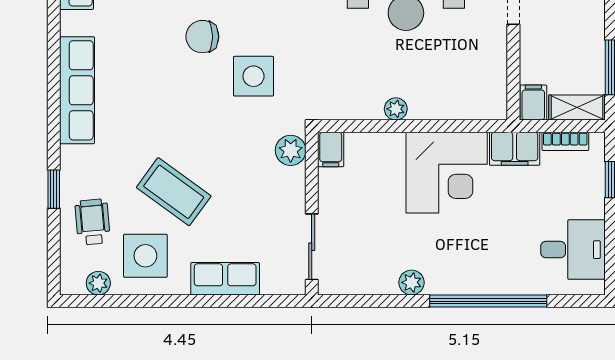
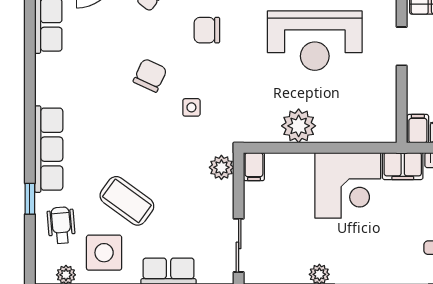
chair: (202, 37) -> (150, 75), turned 115
side table: (253, 76) -> (191, 107), width x0.54, depth x0.54
row of seats: (77, 90) -> (49, 149), moved
plant: (396, 109) -> (299, 126), width x1.87, depth x1.87

